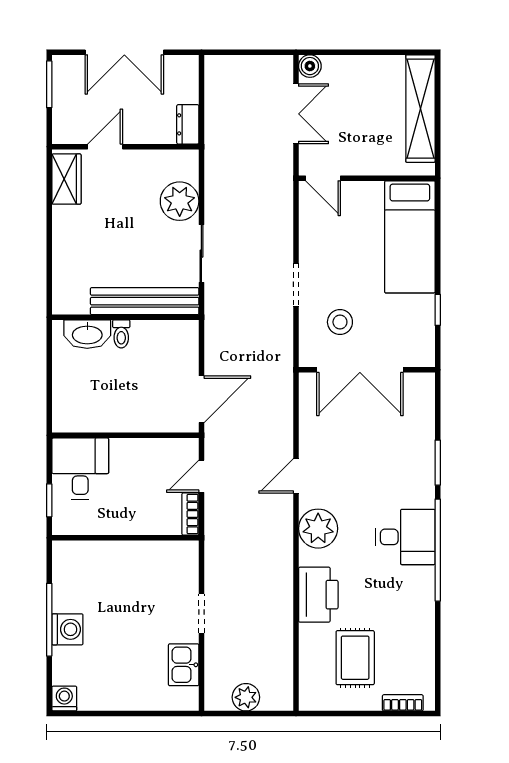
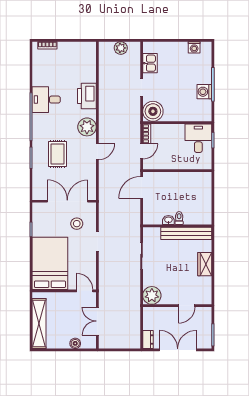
boiler: (310, 66) -> (75, 343), moved
dresser: (188, 124) -> (148, 340), moved
wardrobe: (66, 179) -> (205, 264), moved
plant: (180, 201) -> (152, 295), moved
bed: (410, 237) -> (50, 263), width x1.50
bench: (145, 301) -> (186, 233), moved
washbasin: (87, 334) -> (168, 220), moved, width x0.52, depth x0.69
desk: (80, 469) -> (198, 138), moved, turned 180
desk: (405, 537) -> (46, 100), moved
boiler: (177, 562) -> (153, 111), added
washing machine: (67, 629) -> (204, 92), moved
rug: (355, 658) -> (57, 154), moved
washing machine: (64, 699) -> (194, 47), moved

